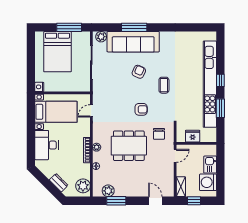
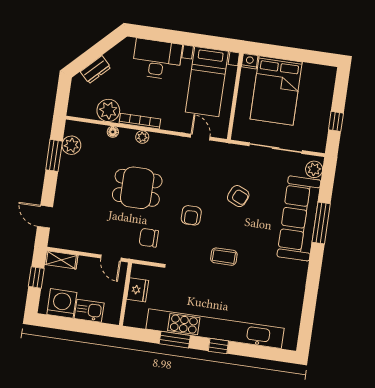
window: (69, 27) -> (336, 121), width x0.46
bed: (57, 52) -> (276, 90), moved, turned -90
armchair: (139, 72) -> (238, 196), moved
dining table: (129, 146) -> (137, 188), width x0.73
plant: (83, 186) -> (108, 110), moved
door: (155, 201) -> (45, 217), swing flipped

